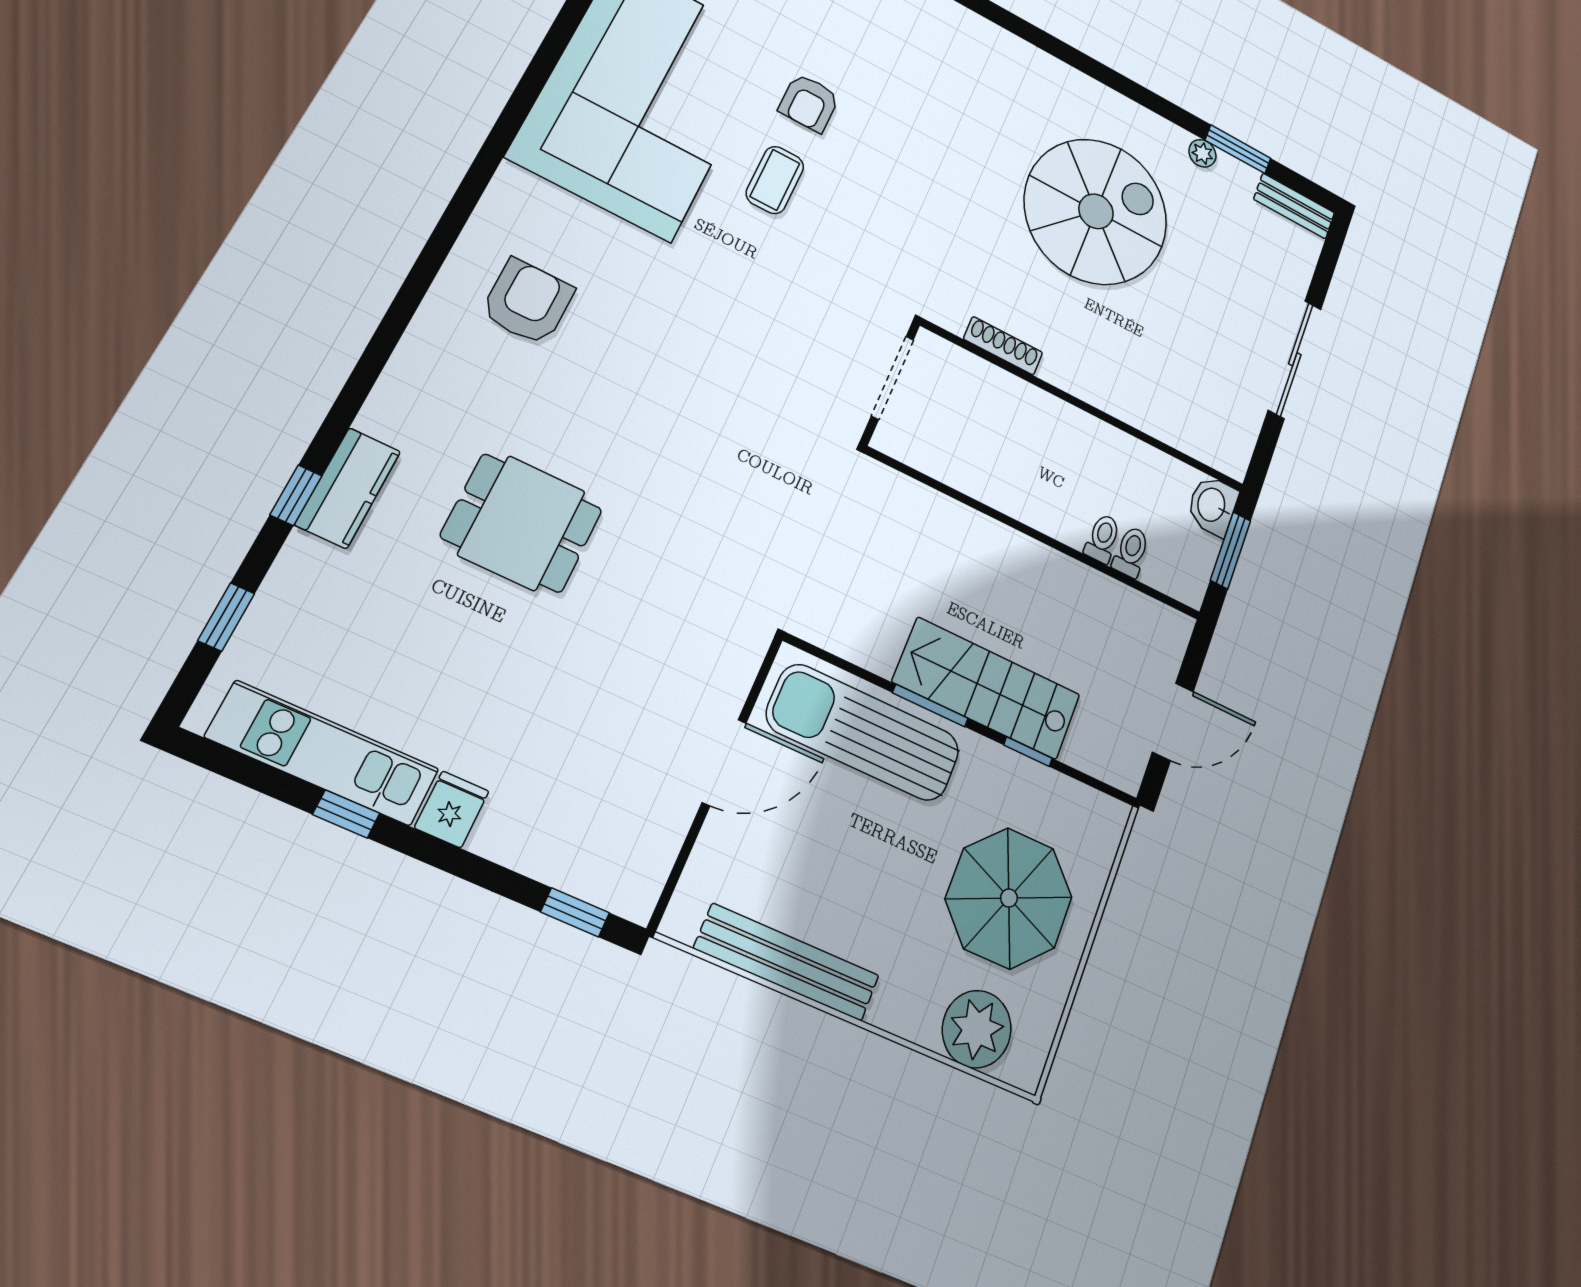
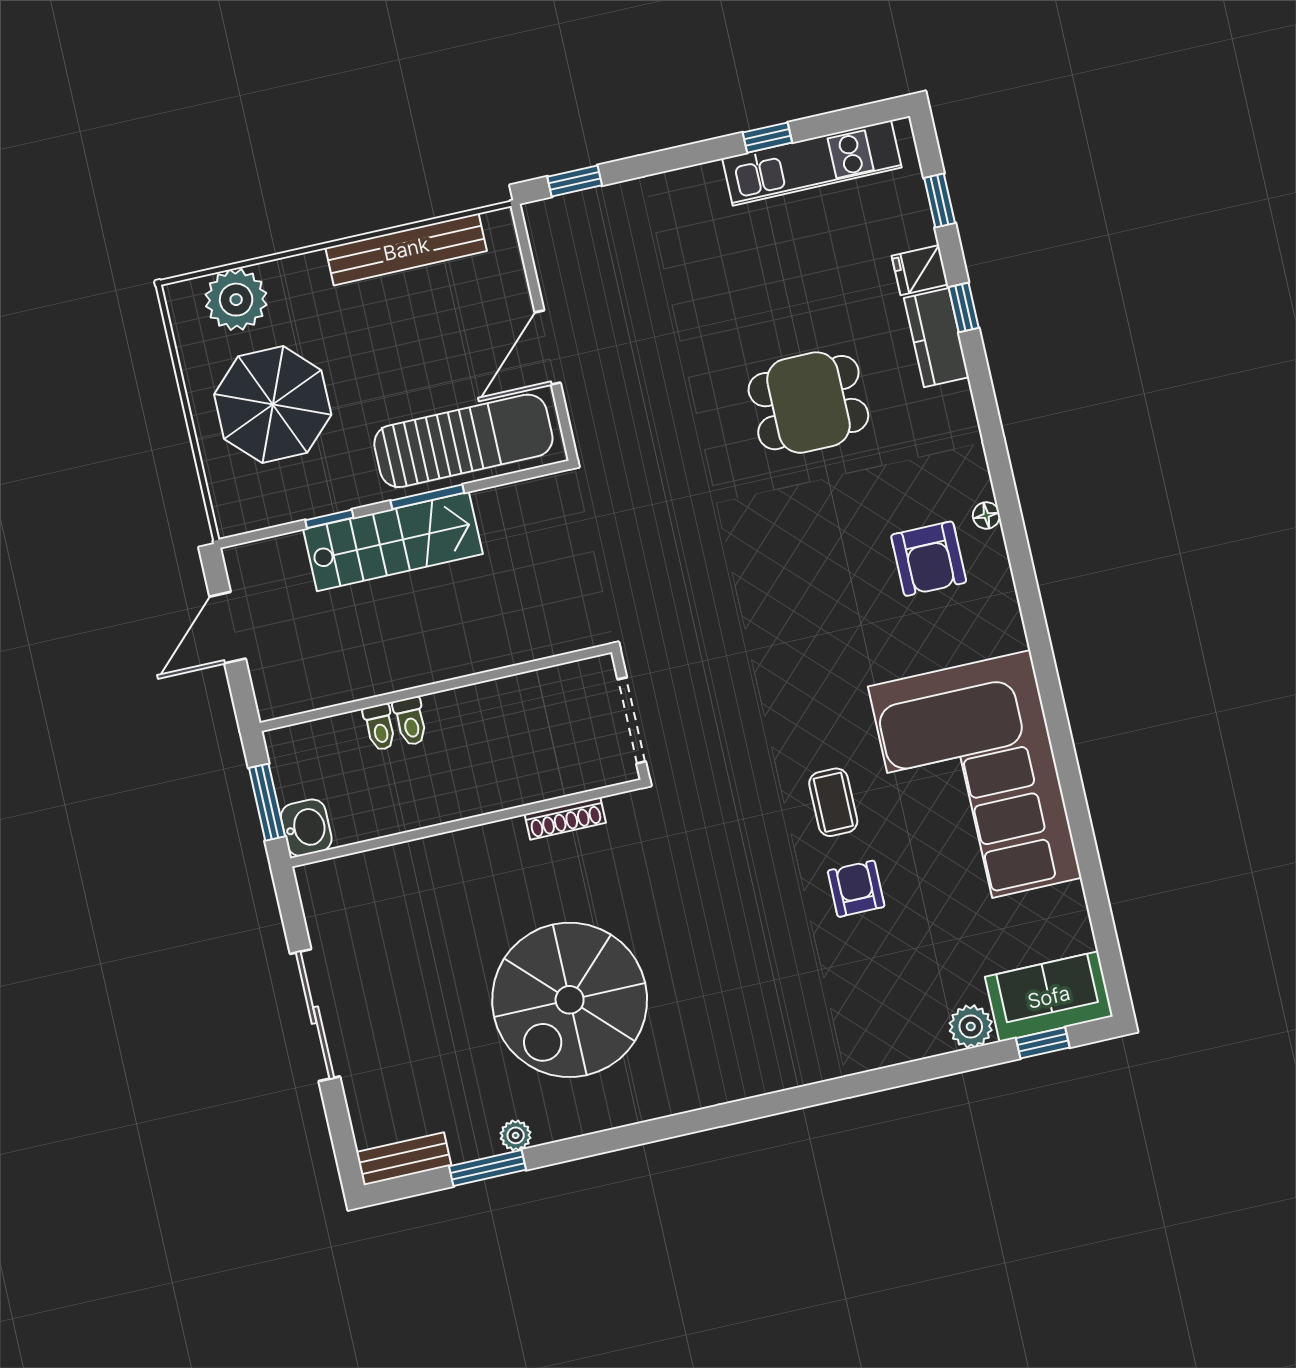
floor lamp: (443, 296) -> (986, 515), added
toilet: (1131, 552) -> (410, 721), moved
fridge: (452, 809) -> (920, 270), moved, turned 90

